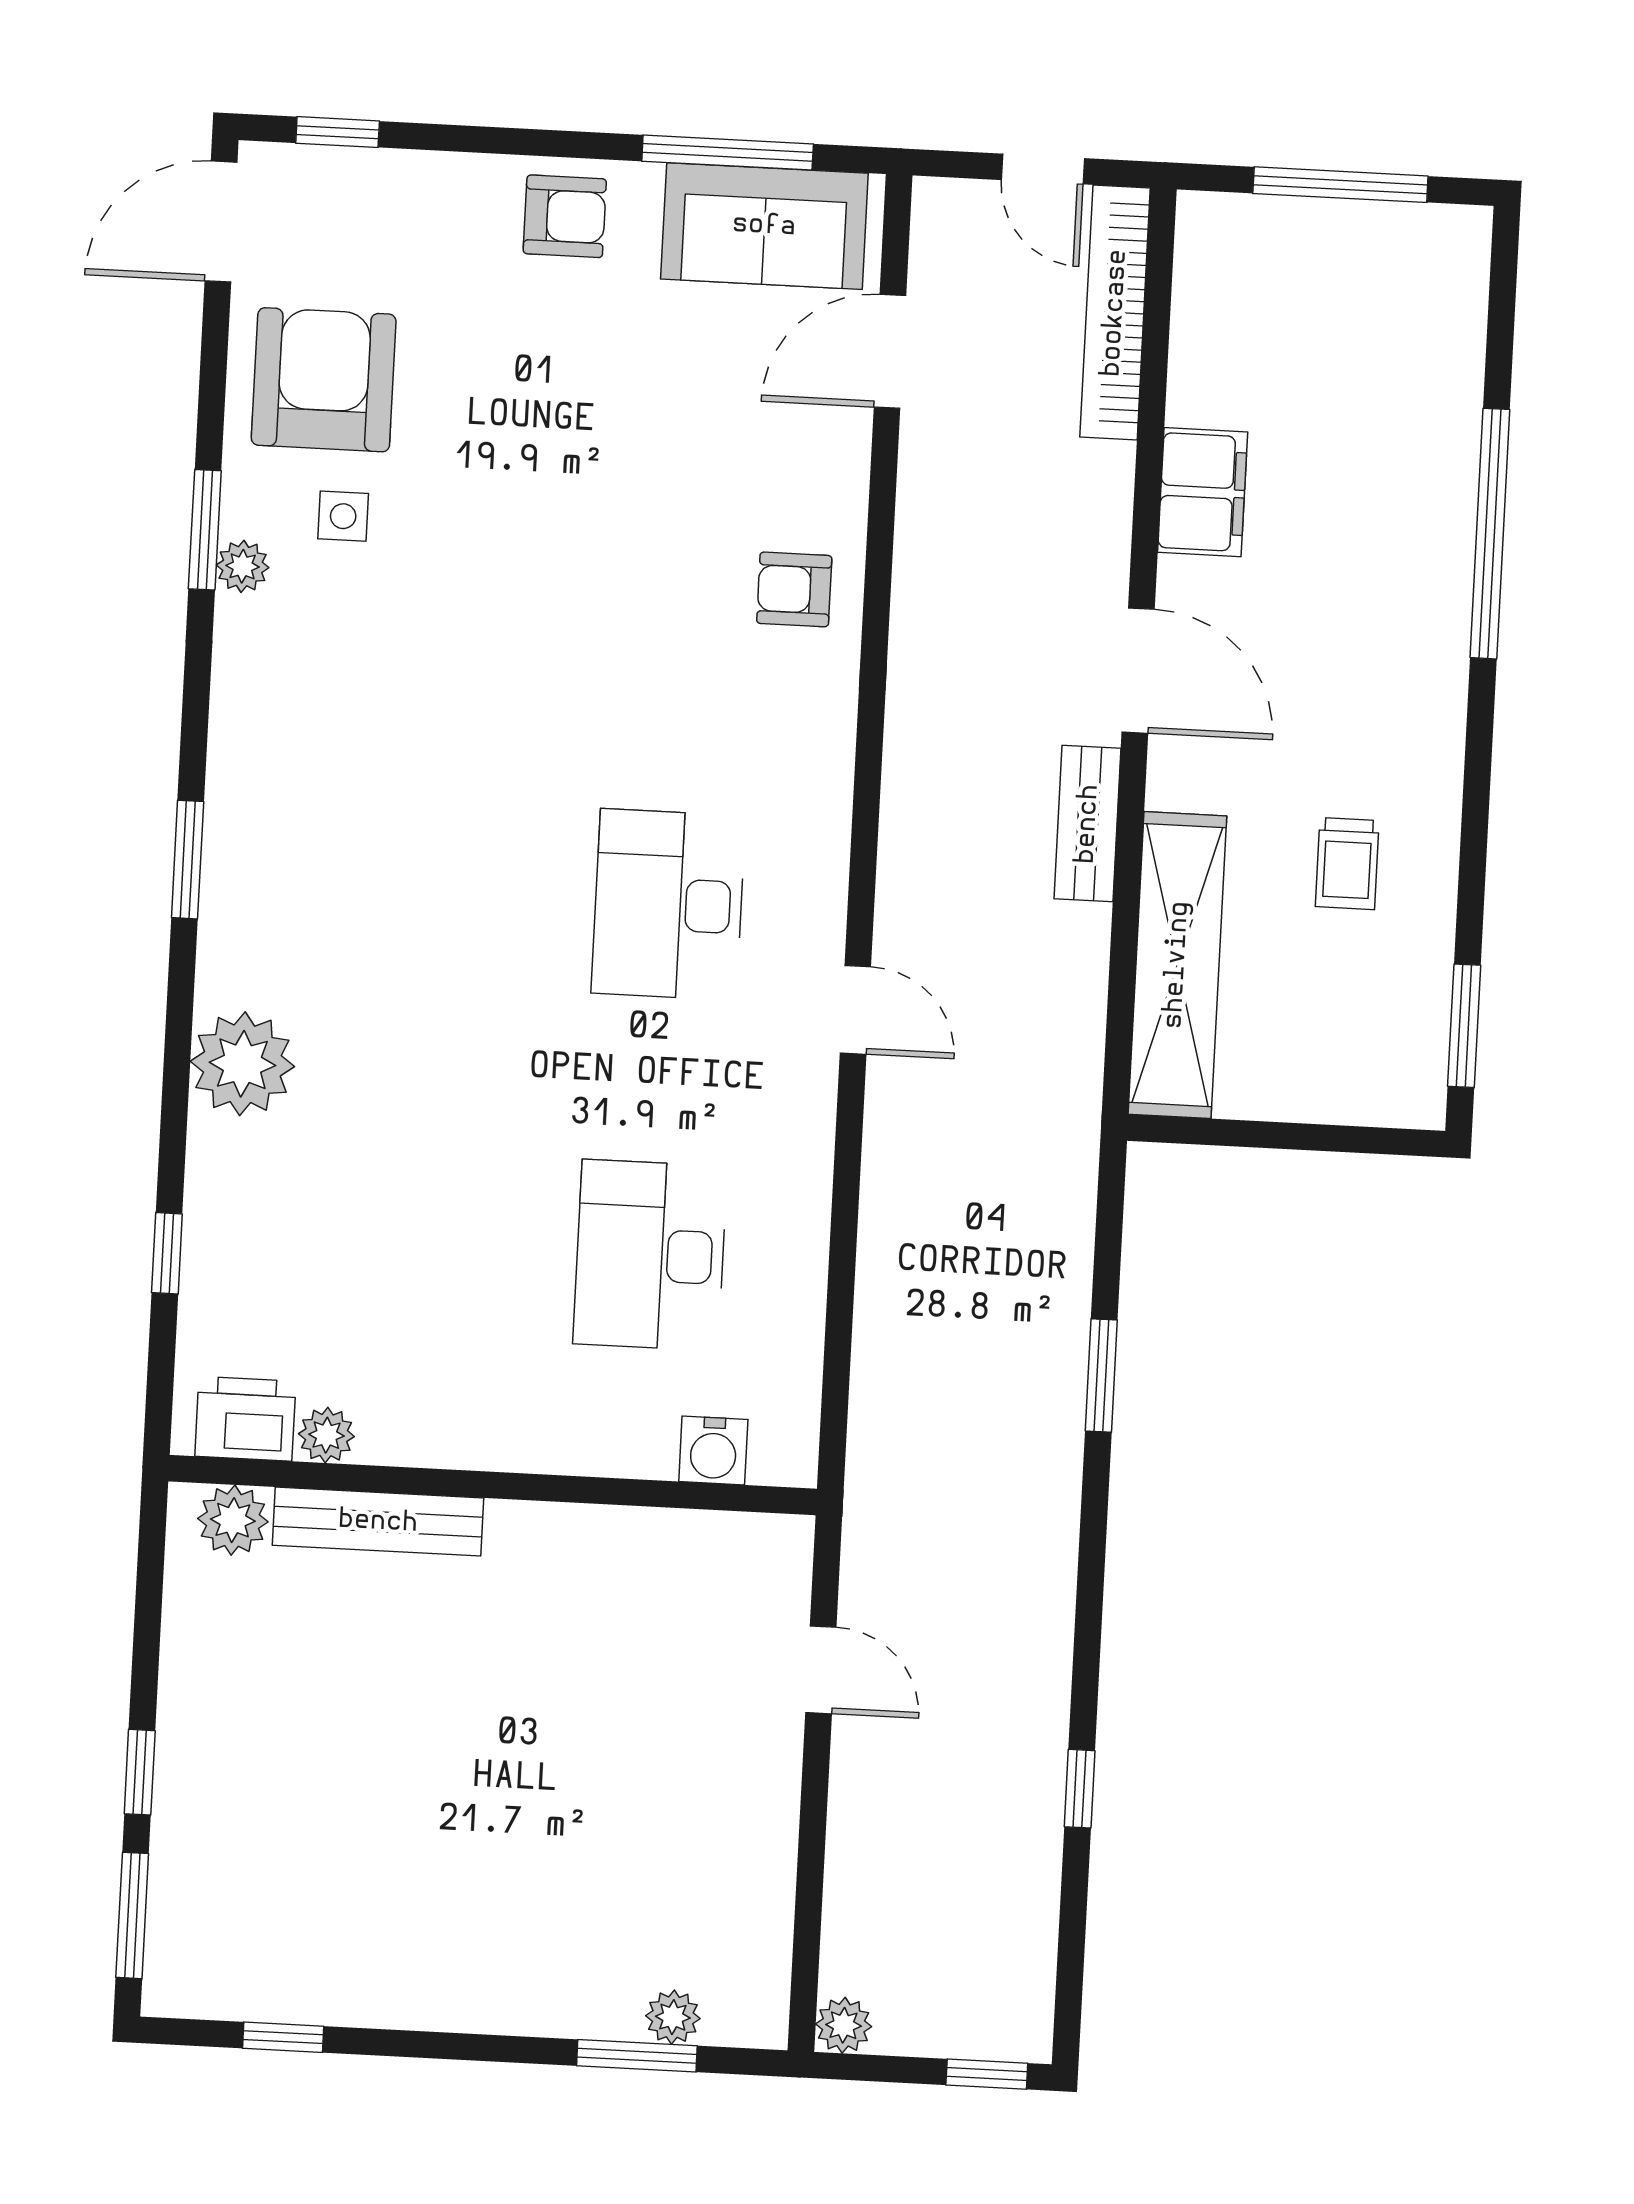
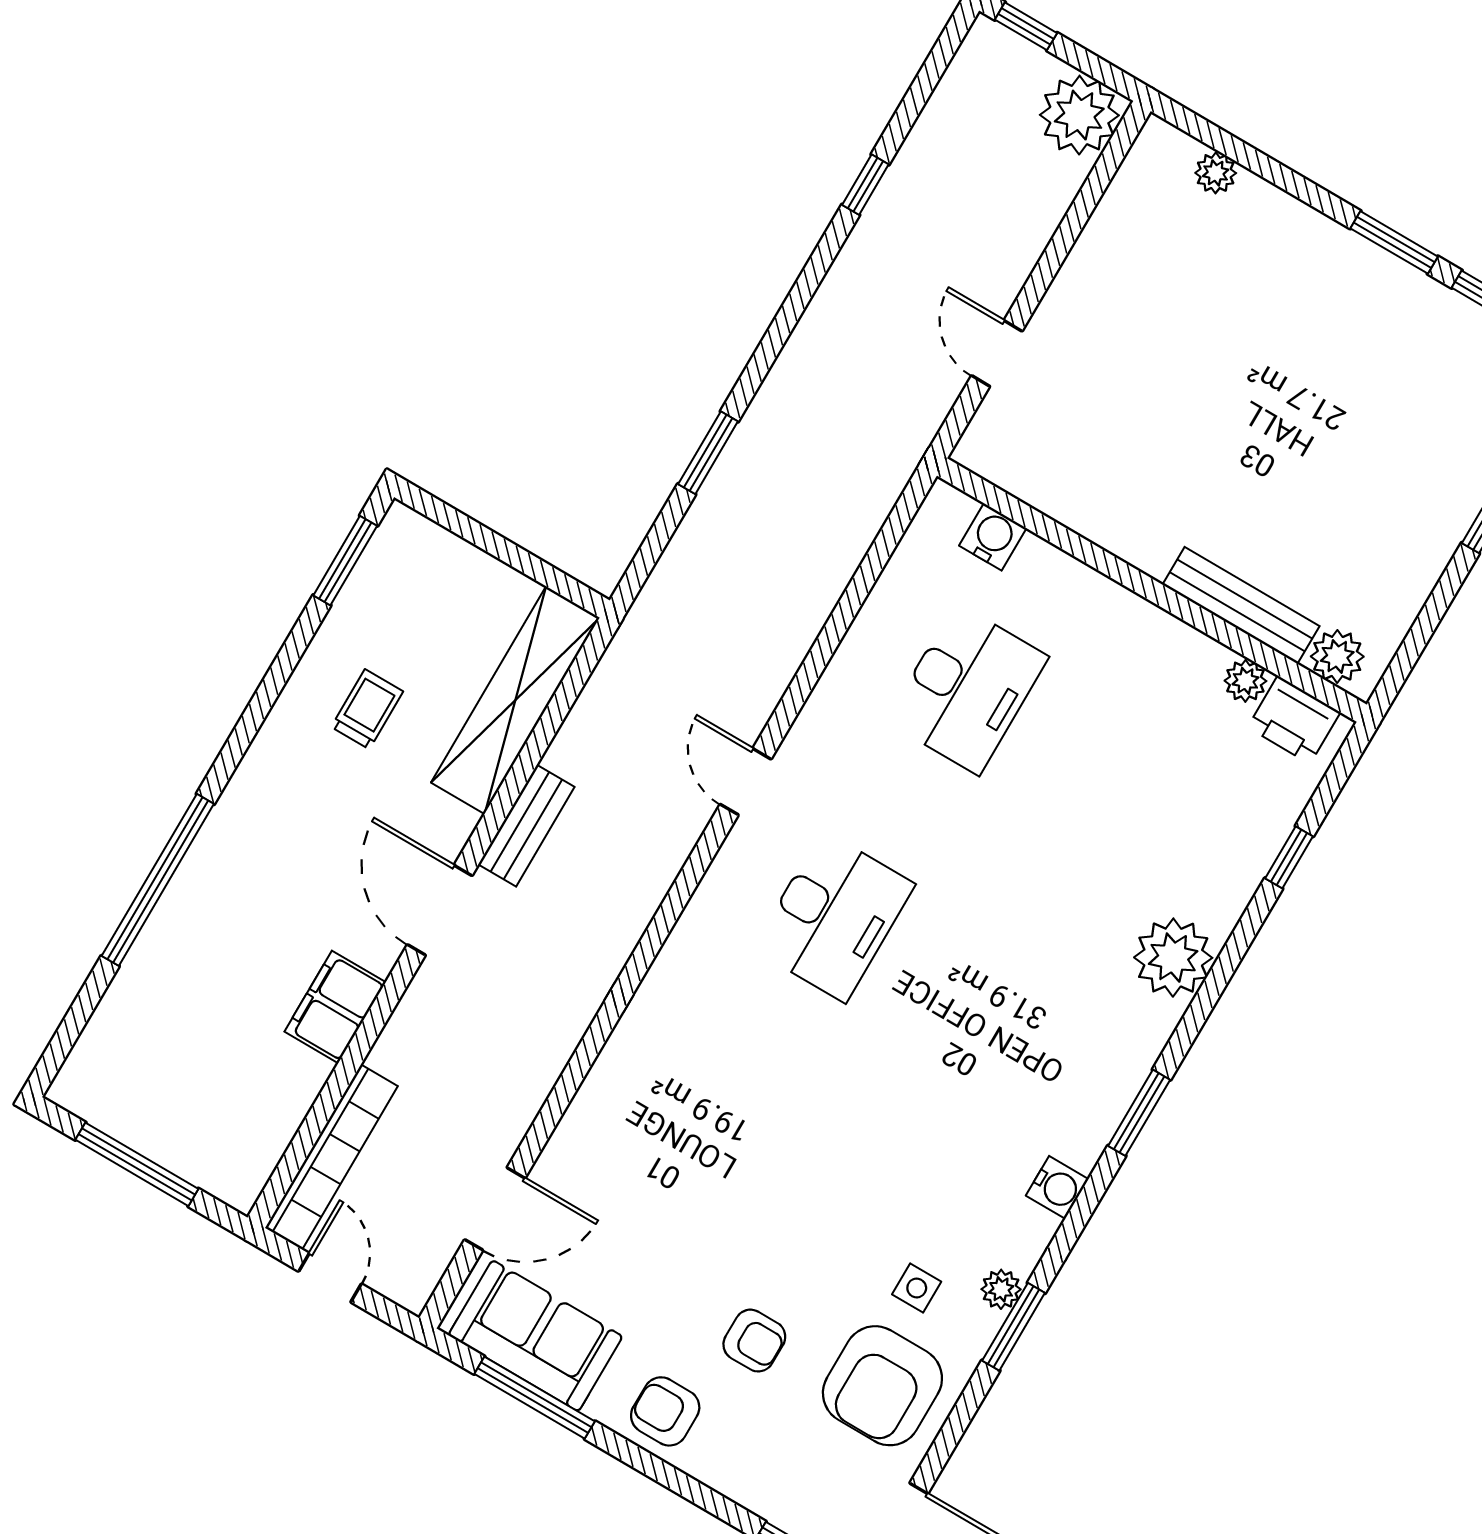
armchair: (794, 589) -> (754, 1341), moved
water cooler: (239, 721) -> (1057, 1187), added
plant: (844, 2025) -> (1079, 115), width x1.88, depth x1.88
window: (637, 2056) -> (1394, 242), moved

